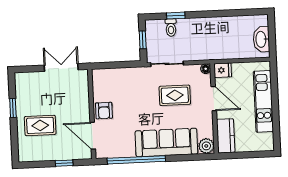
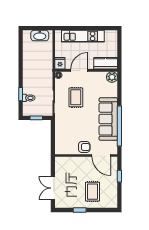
double door: (61, 67) -> (53, 188), moved
door: (93, 136) -> (101, 156), hinge flipped
sofa: (166, 142) -> (108, 119), moved

